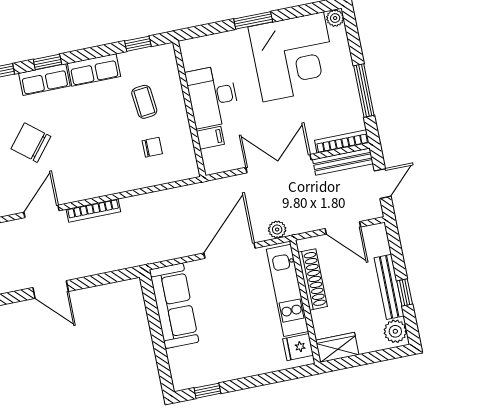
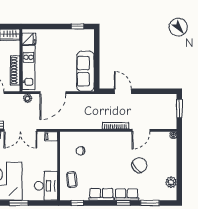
desk: (213, 96) -> (46, 186), moved
coffee table: (144, 102) -> (72, 180), moved
filing cabinet: (210, 138) -> (51, 136), moved
chair: (31, 143) -> (139, 165), turned -79
door: (51, 290) -> (123, 91), moved

